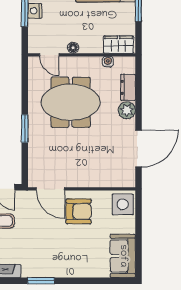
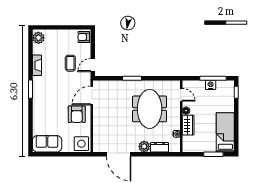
wardrobe: (118, 45) -> (188, 125), moved
door: (49, 55) -> (181, 95), swing flipped

